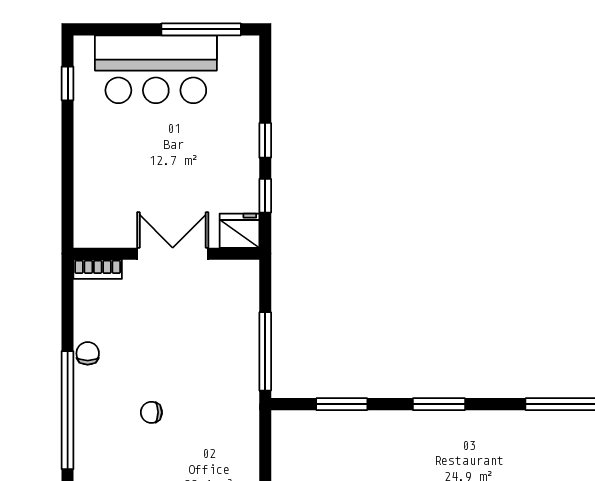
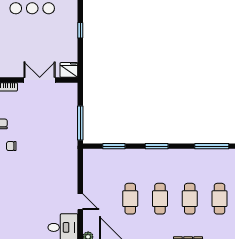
window: (265, 196) -> (80, 55), removed
chair: (151, 412) -> (11, 146), moved

